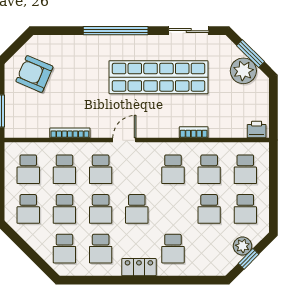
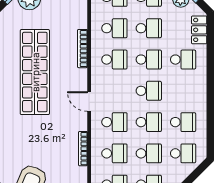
bookcase: (194, 132) -> (82, 49), width x1.56
school desk: (173, 209) -> (149, 60), added
locker: (139, 267) -> (199, 30), moved

